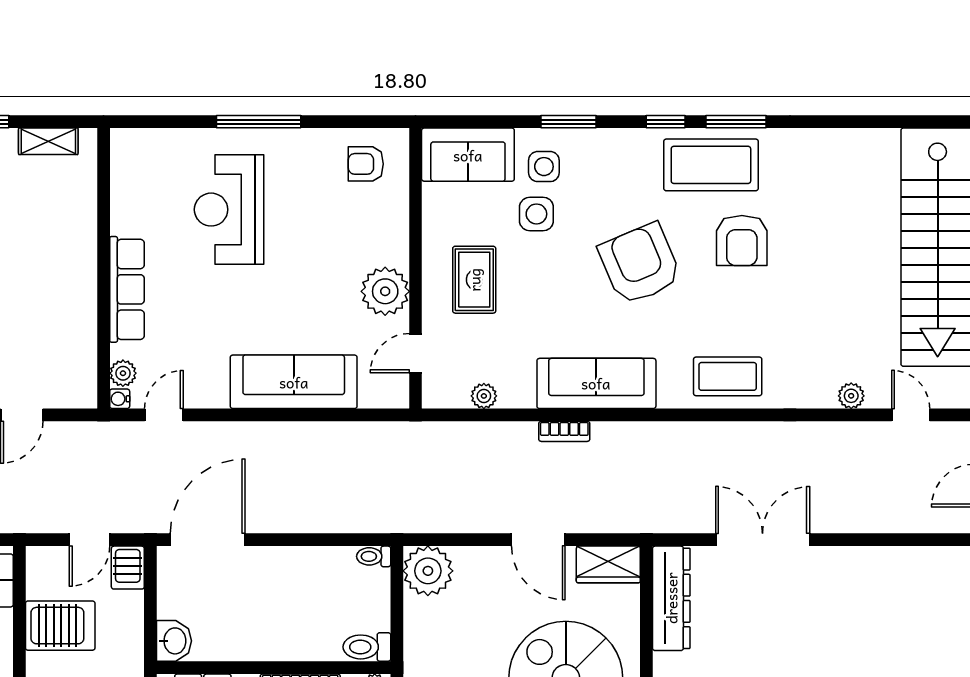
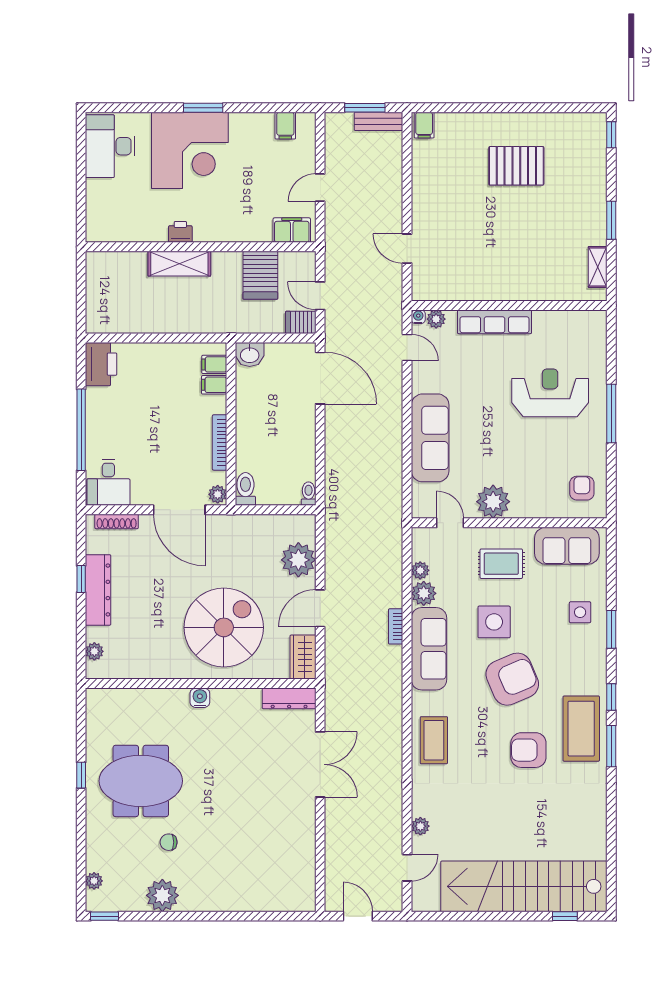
sofa: (468, 155) -> (567, 546), moved, turned -90
side table: (536, 214) -> (494, 622), moved, width x1.37, depth x1.37
plant: (517, 391) -> (424, 593), added
plant: (428, 571) -> (298, 560), moved
dresser: (671, 598) -> (289, 698), width x0.73, depth x0.80

